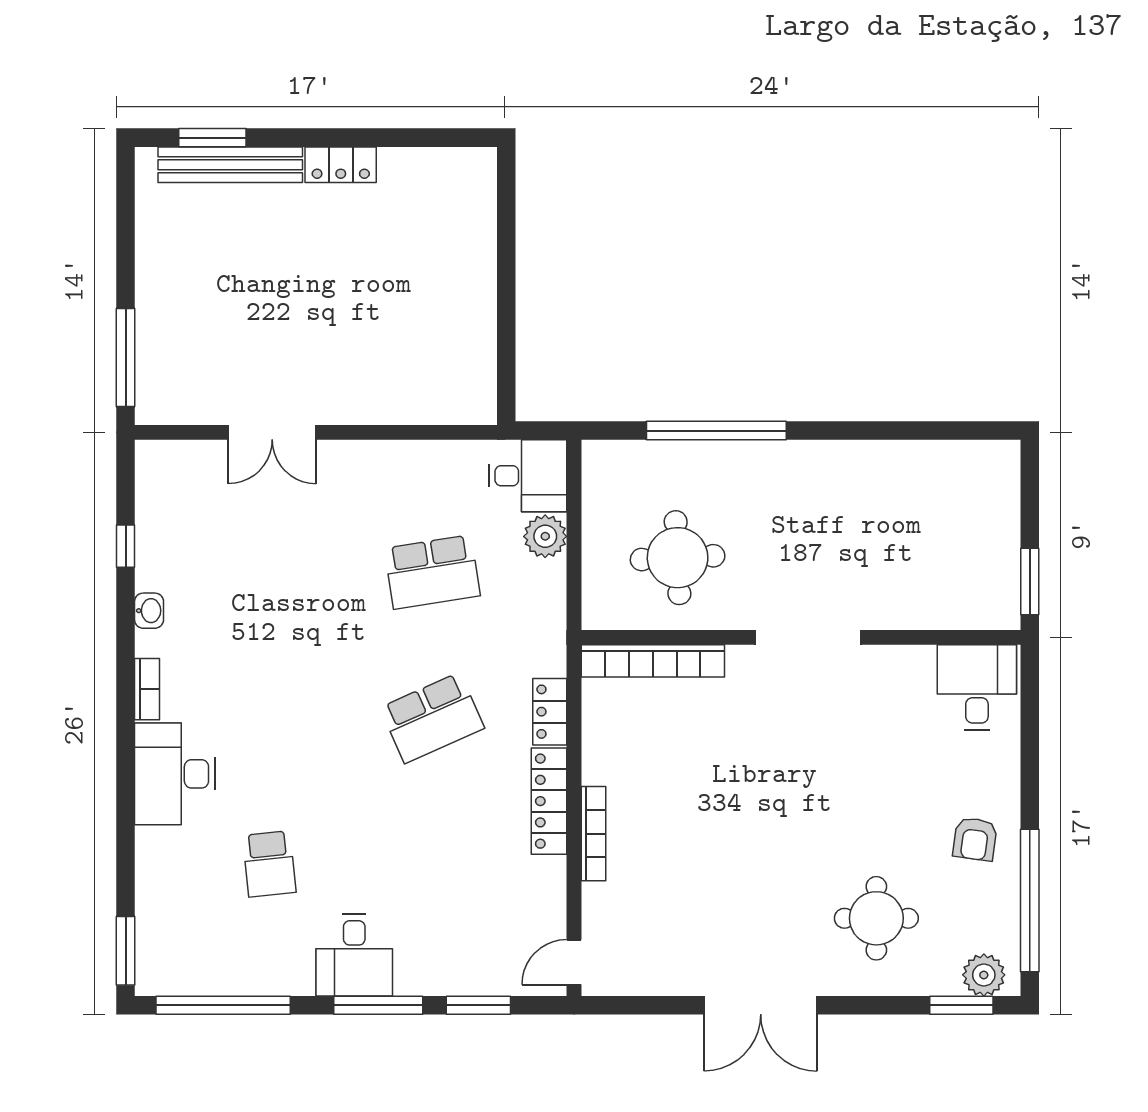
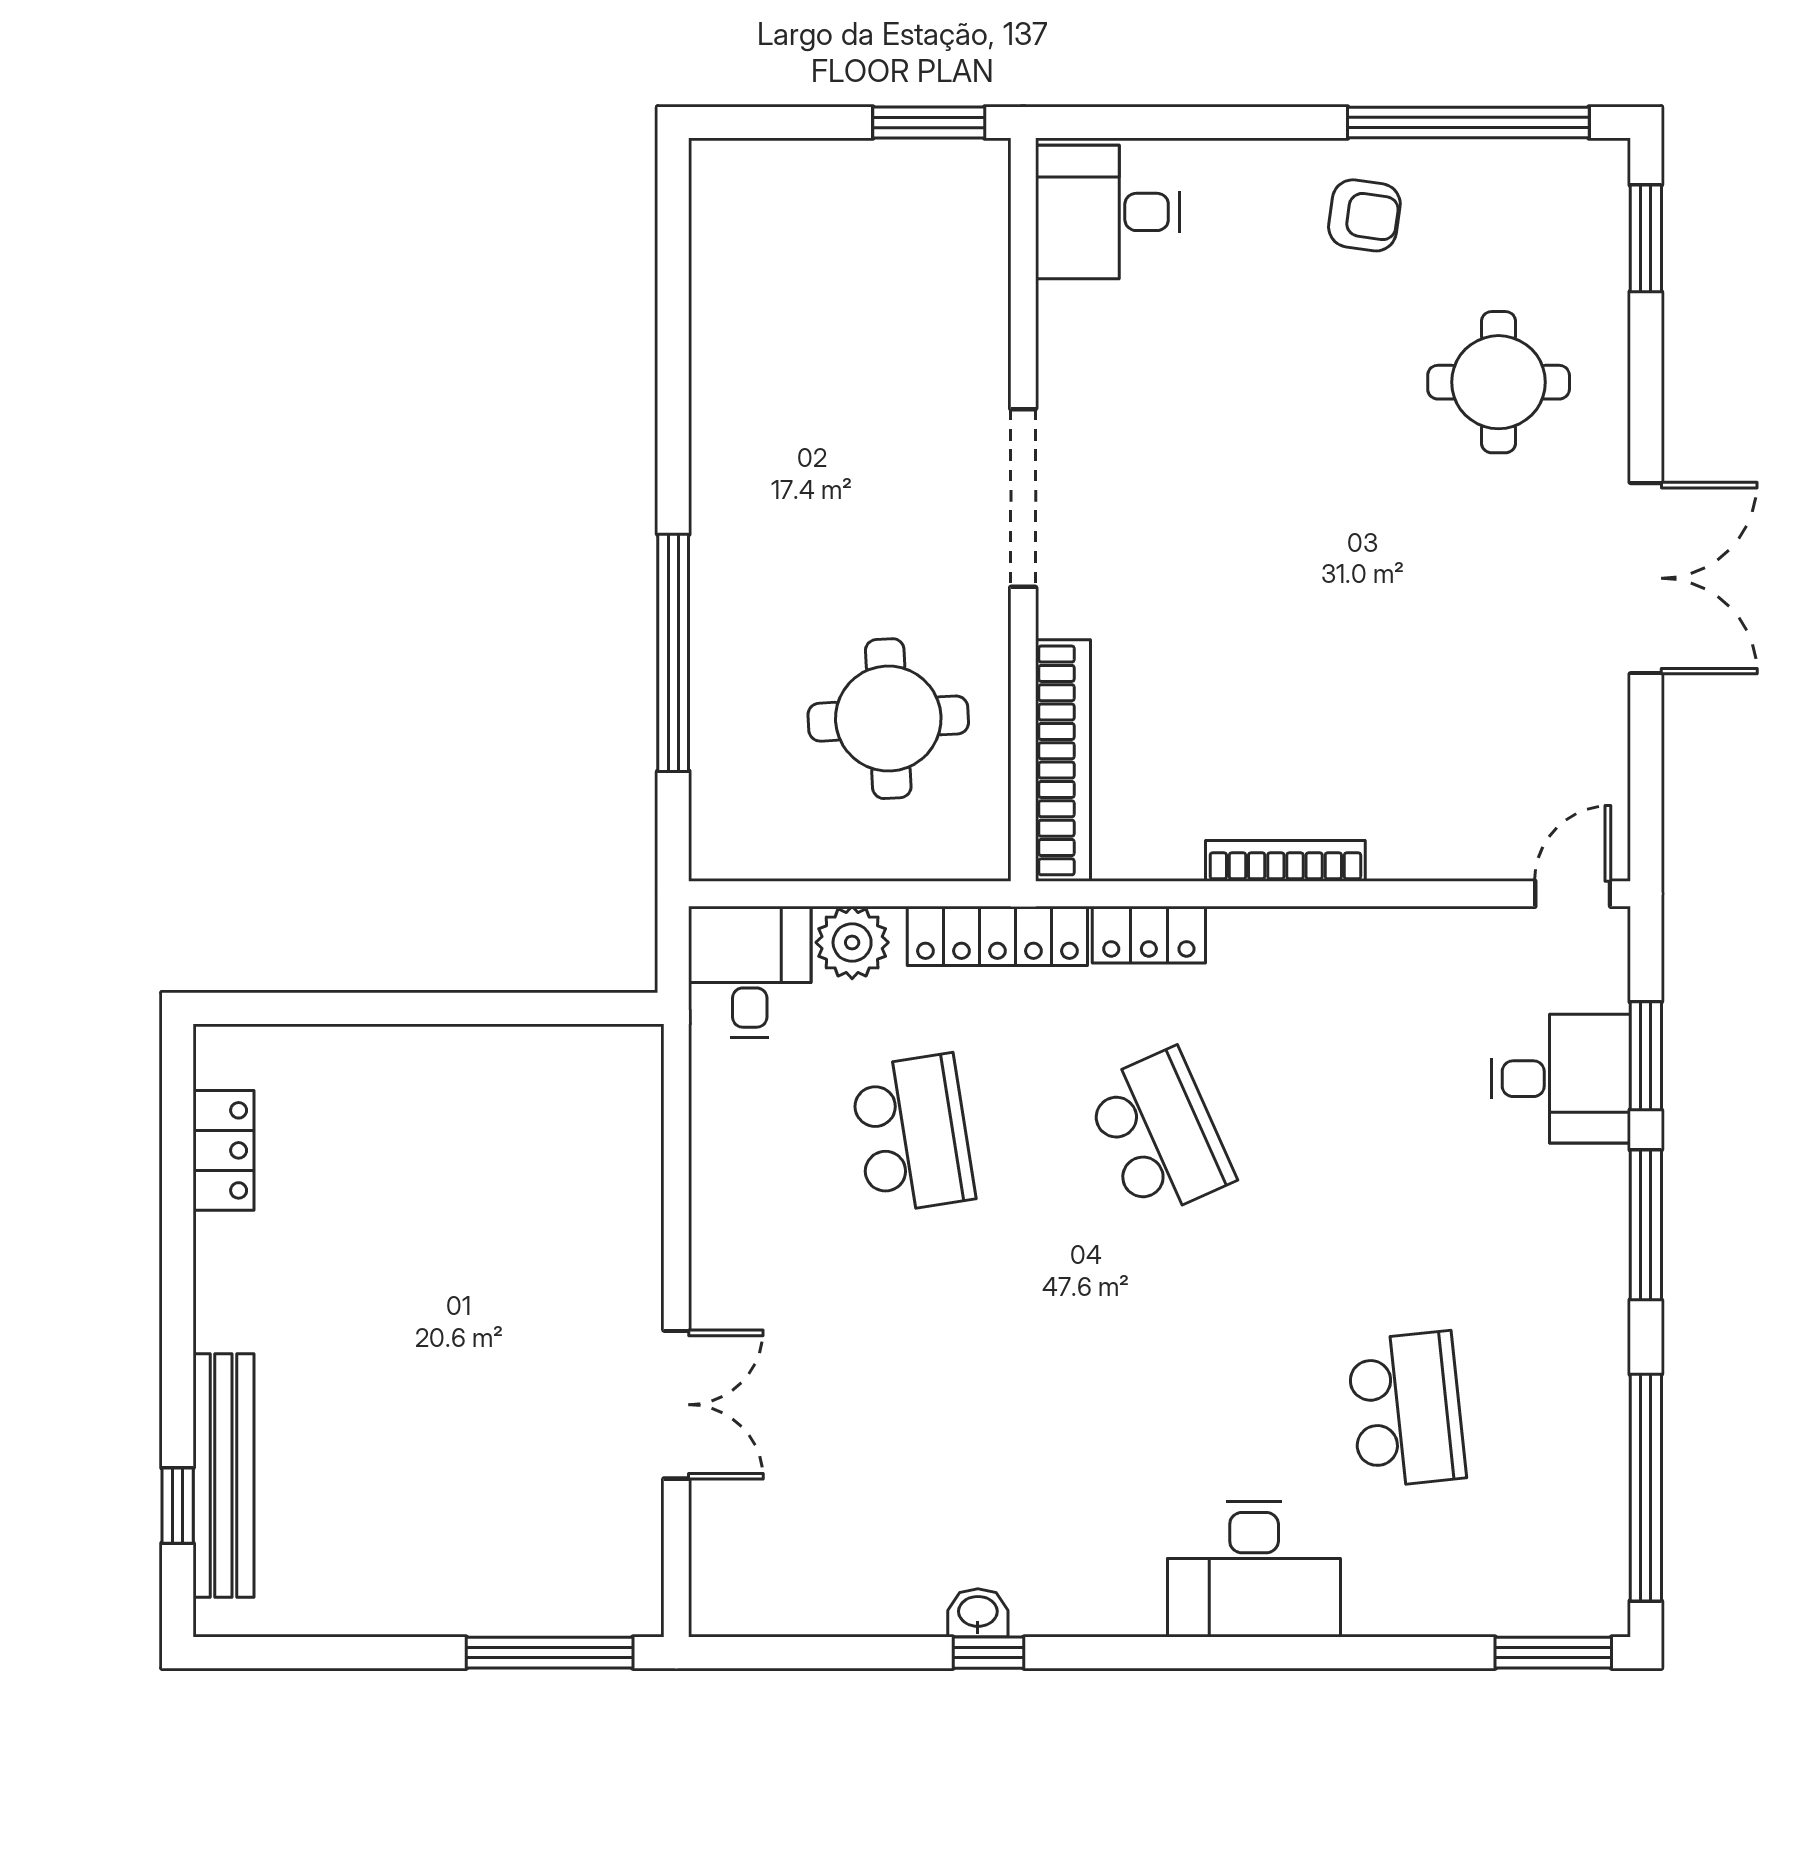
window: (212, 138) -> (178, 1506), width x0.67
locker: (341, 165) -> (223, 1150), moved
window: (126, 546) -> (988, 1653), moved
bookcase: (147, 689) -> (1111, 1616), removed
locker: (549, 801) -> (997, 936), moved
bookcase: (593, 834) -> (1285, 861), moved
school desk: (269, 864) -> (1406, 1410), width x1.85
desk: (354, 955) -> (1561, 1079), moved
door: (574, 962) -> (1573, 894), swing flipped
plant: (984, 975) -> (1594, 200), removed

